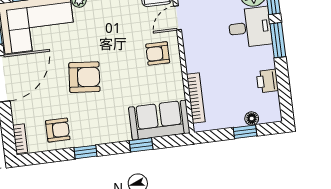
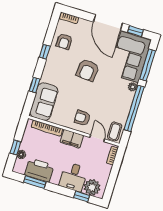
window: (278, 40) -> (35, 182), moved
armchair: (158, 53) -> (82, 118), turned -90
filing cabinet: (195, 55) -> (72, 139), added
printer: (267, 81) -> (39, 170), width x1.87, depth x1.48

